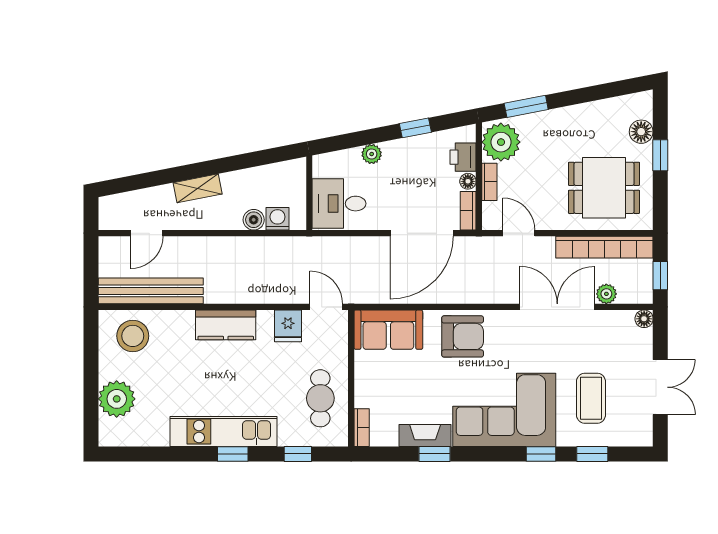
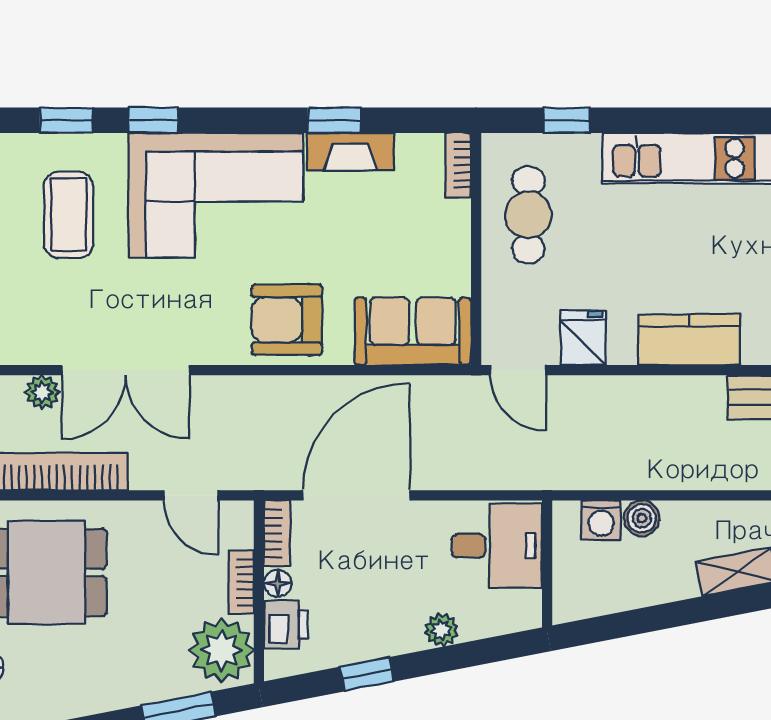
window: (233, 454) -> (677, 120), removed

